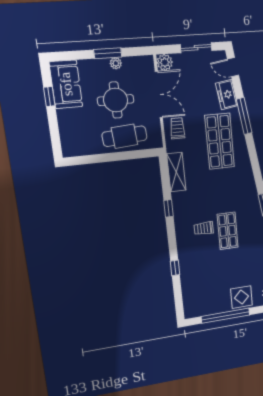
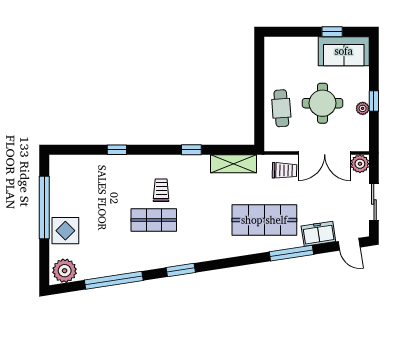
window: (108, 53) -> (374, 101), width x0.67
door: (233, 67) -> (349, 244), swing flipped
cafe table: (125, 136) -> (281, 108), width x0.73, depth x0.74

